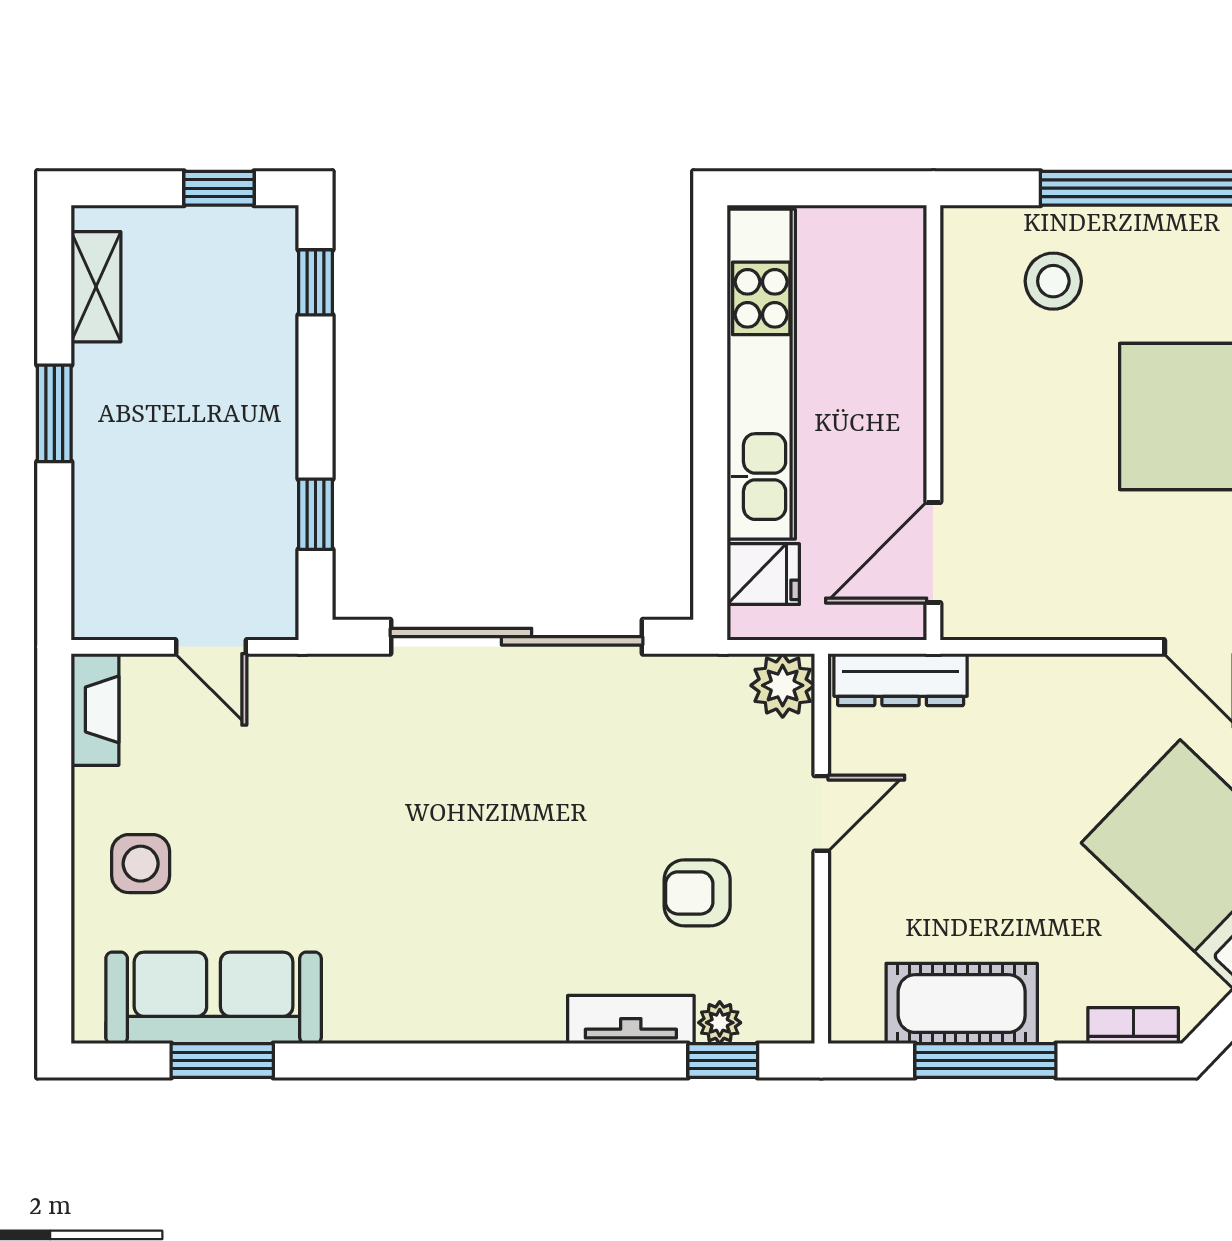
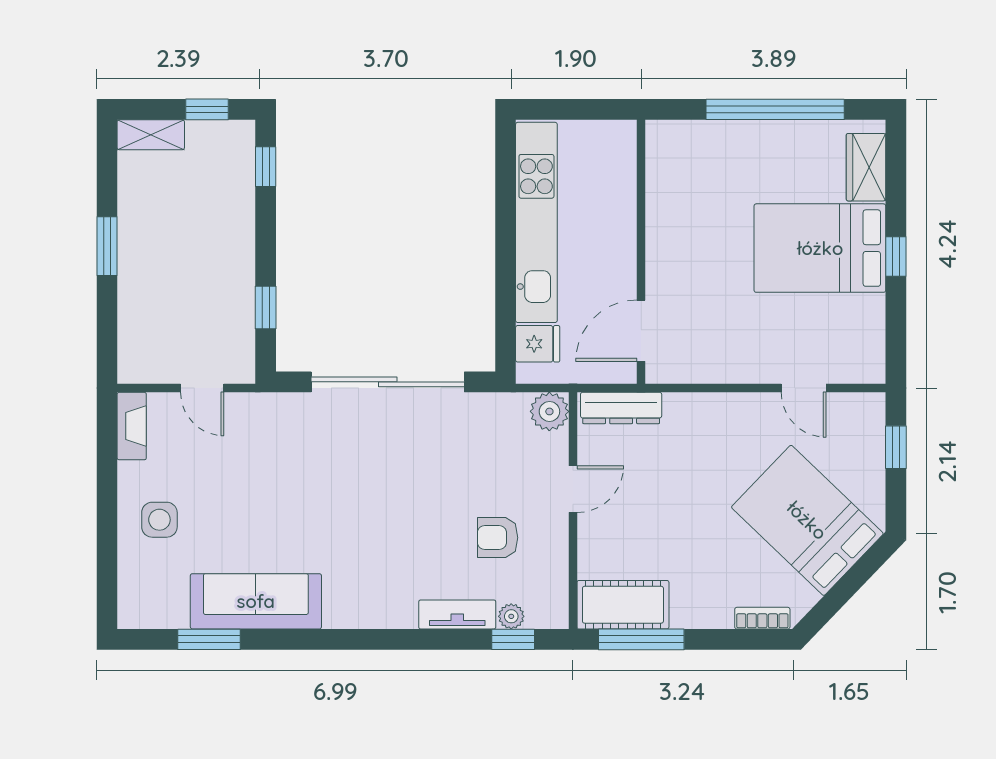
stool: (1053, 281) -> (714, 166), removed
shelving: (96, 287) -> (151, 135), moved, turned 90
sofa: (214, 998) -> (256, 601), moved
cot: (962, 1004) -> (623, 605), moved
window: (985, 1061) -> (641, 639), moved

